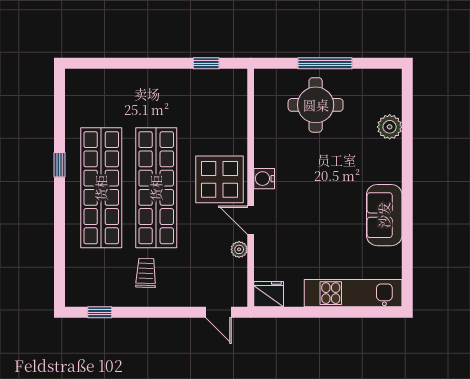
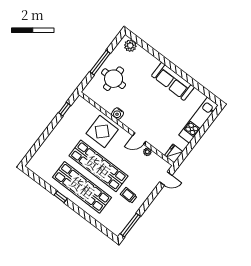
plant: (390, 127) -> (130, 46), moved
display table: (219, 179) -> (102, 131), moved
water cooler: (264, 179) -> (118, 114), moved
sofa: (384, 215) -> (173, 81), width x1.36
window: (100, 312) -> (130, 225), width x2.17

